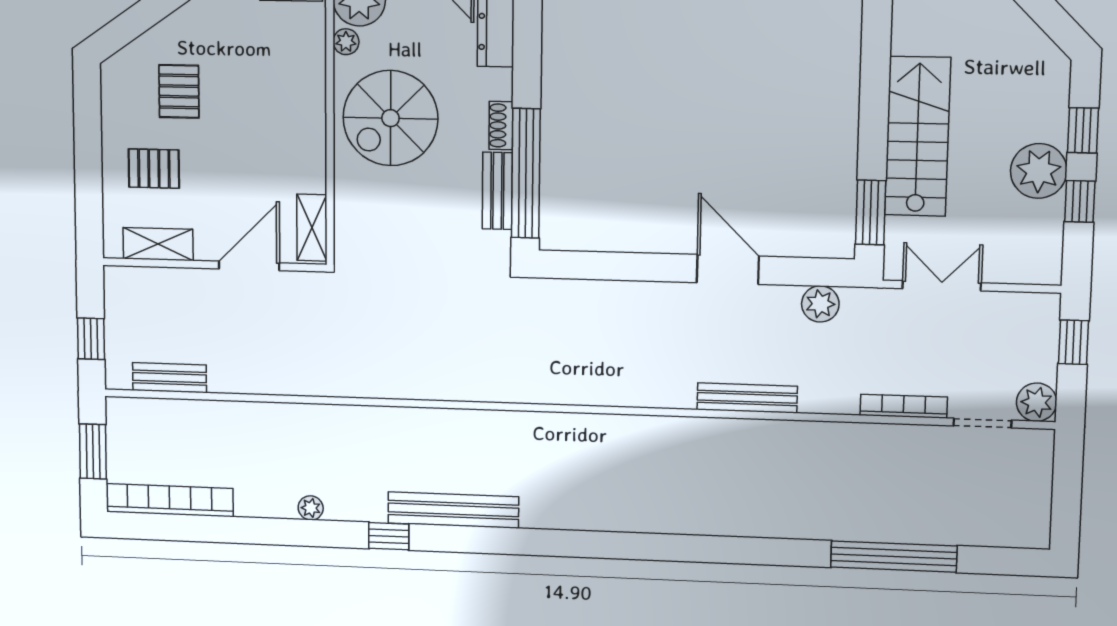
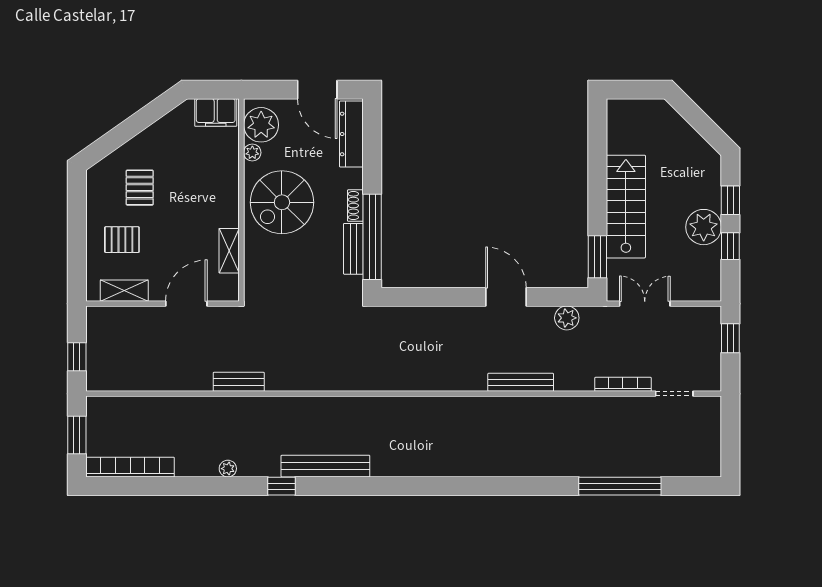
shelving: (312, 228) -> (229, 251), moved
bench: (169, 378) -> (239, 382), moved
plant: (1037, 402) -> (709, 379), removed

